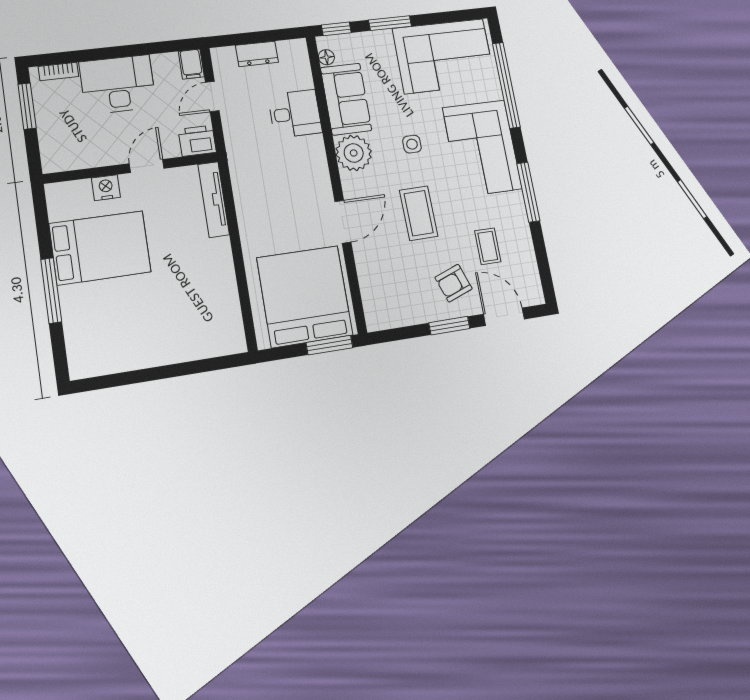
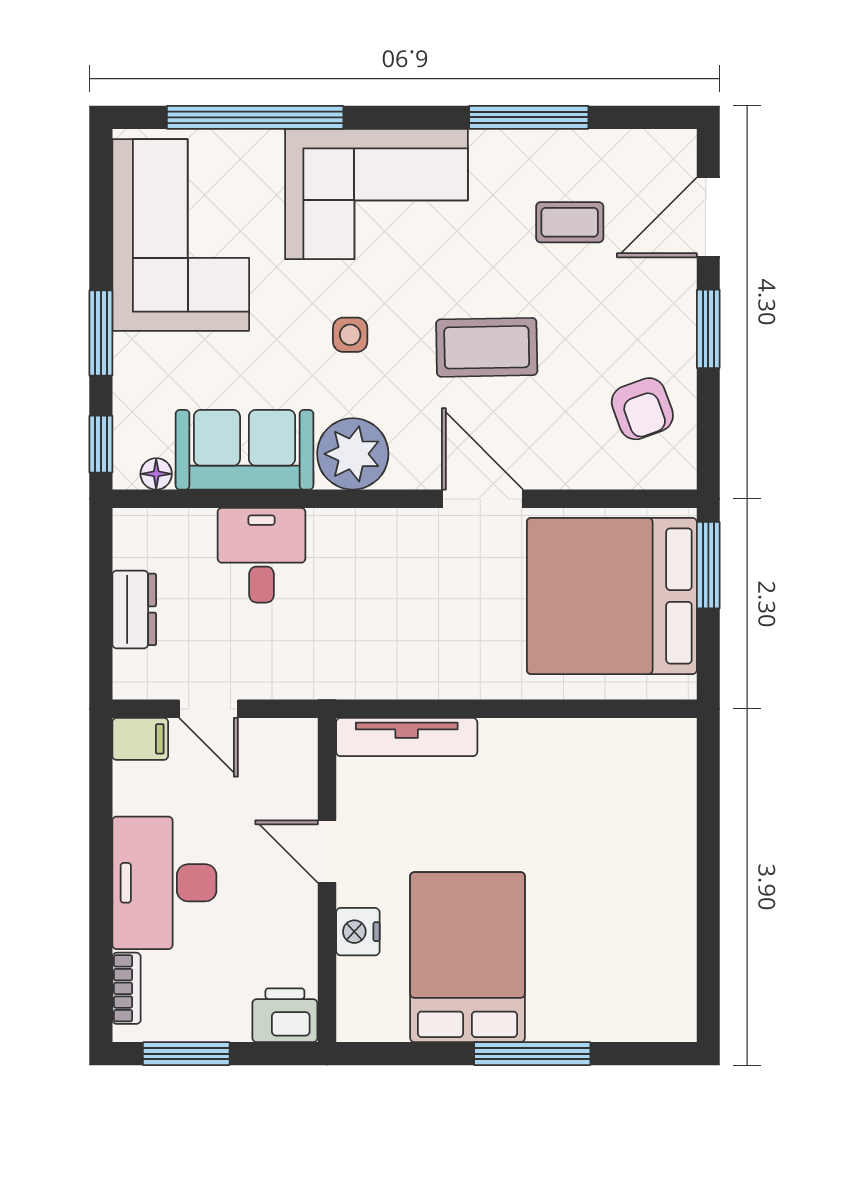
printer: (197, 141) -> (285, 1015), moved, turned 90
window: (528, 192) -> (529, 117), moved
armchair: (453, 283) -> (642, 409), moved

